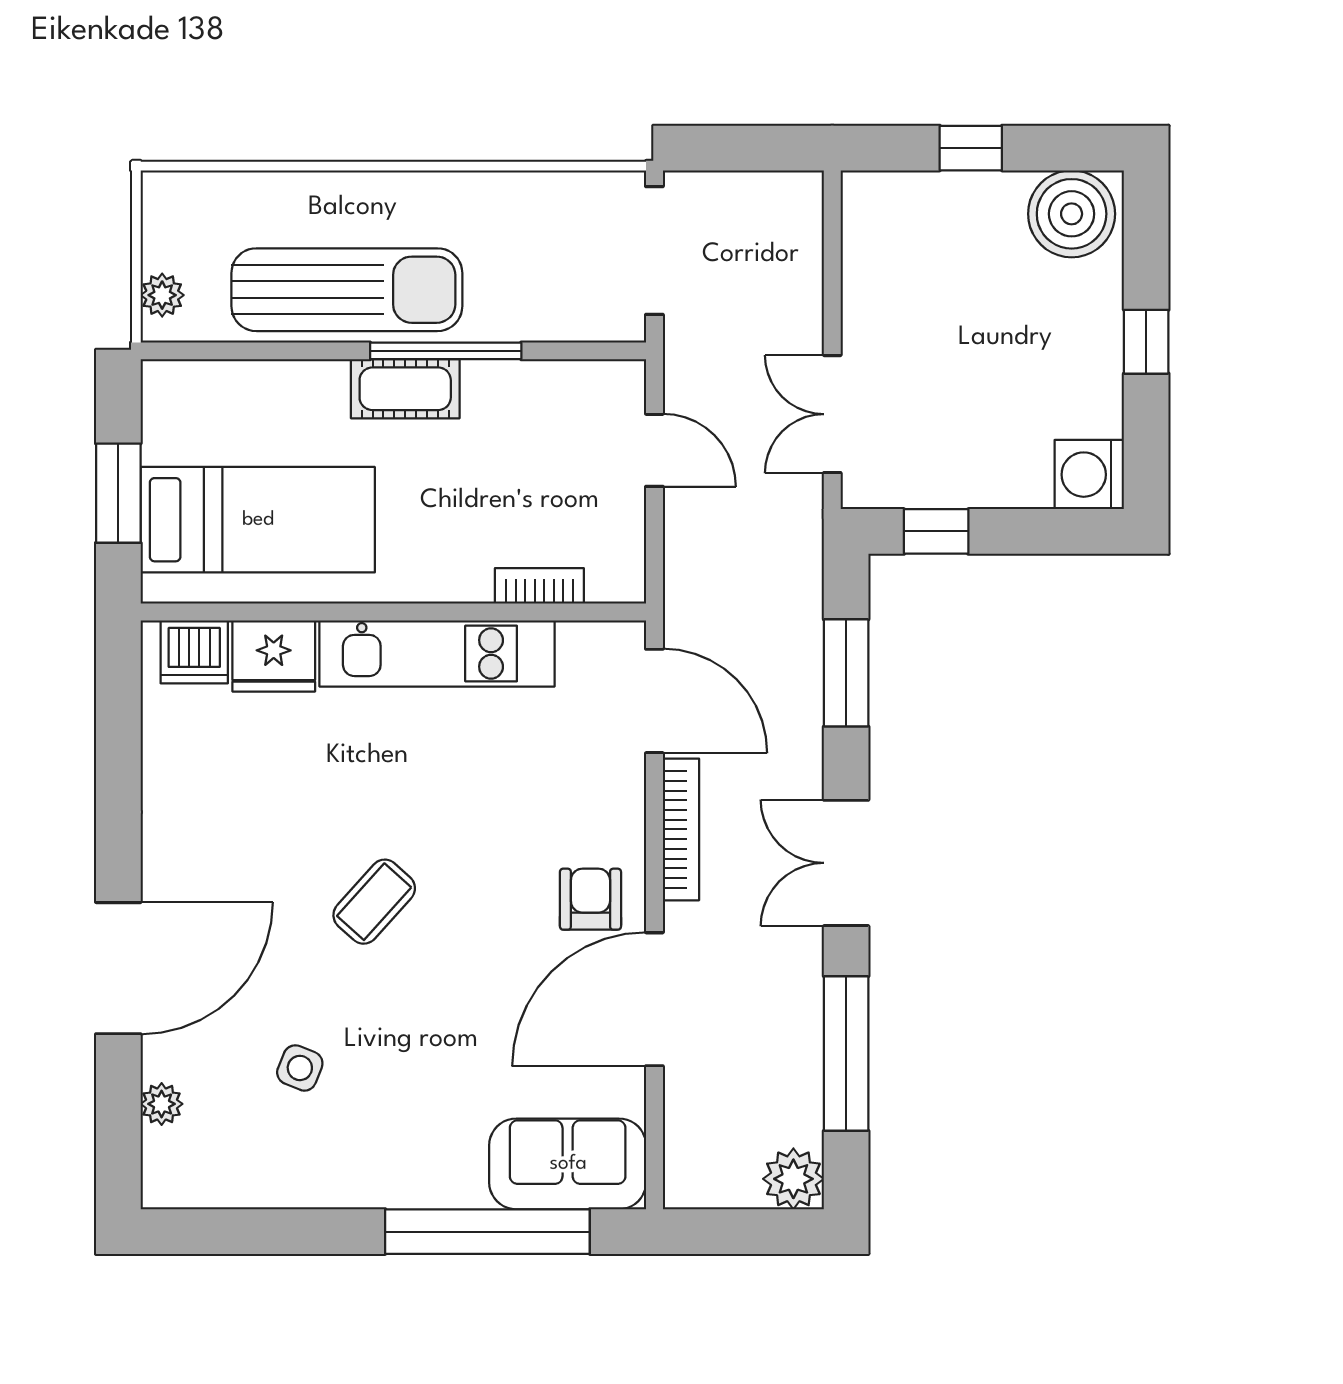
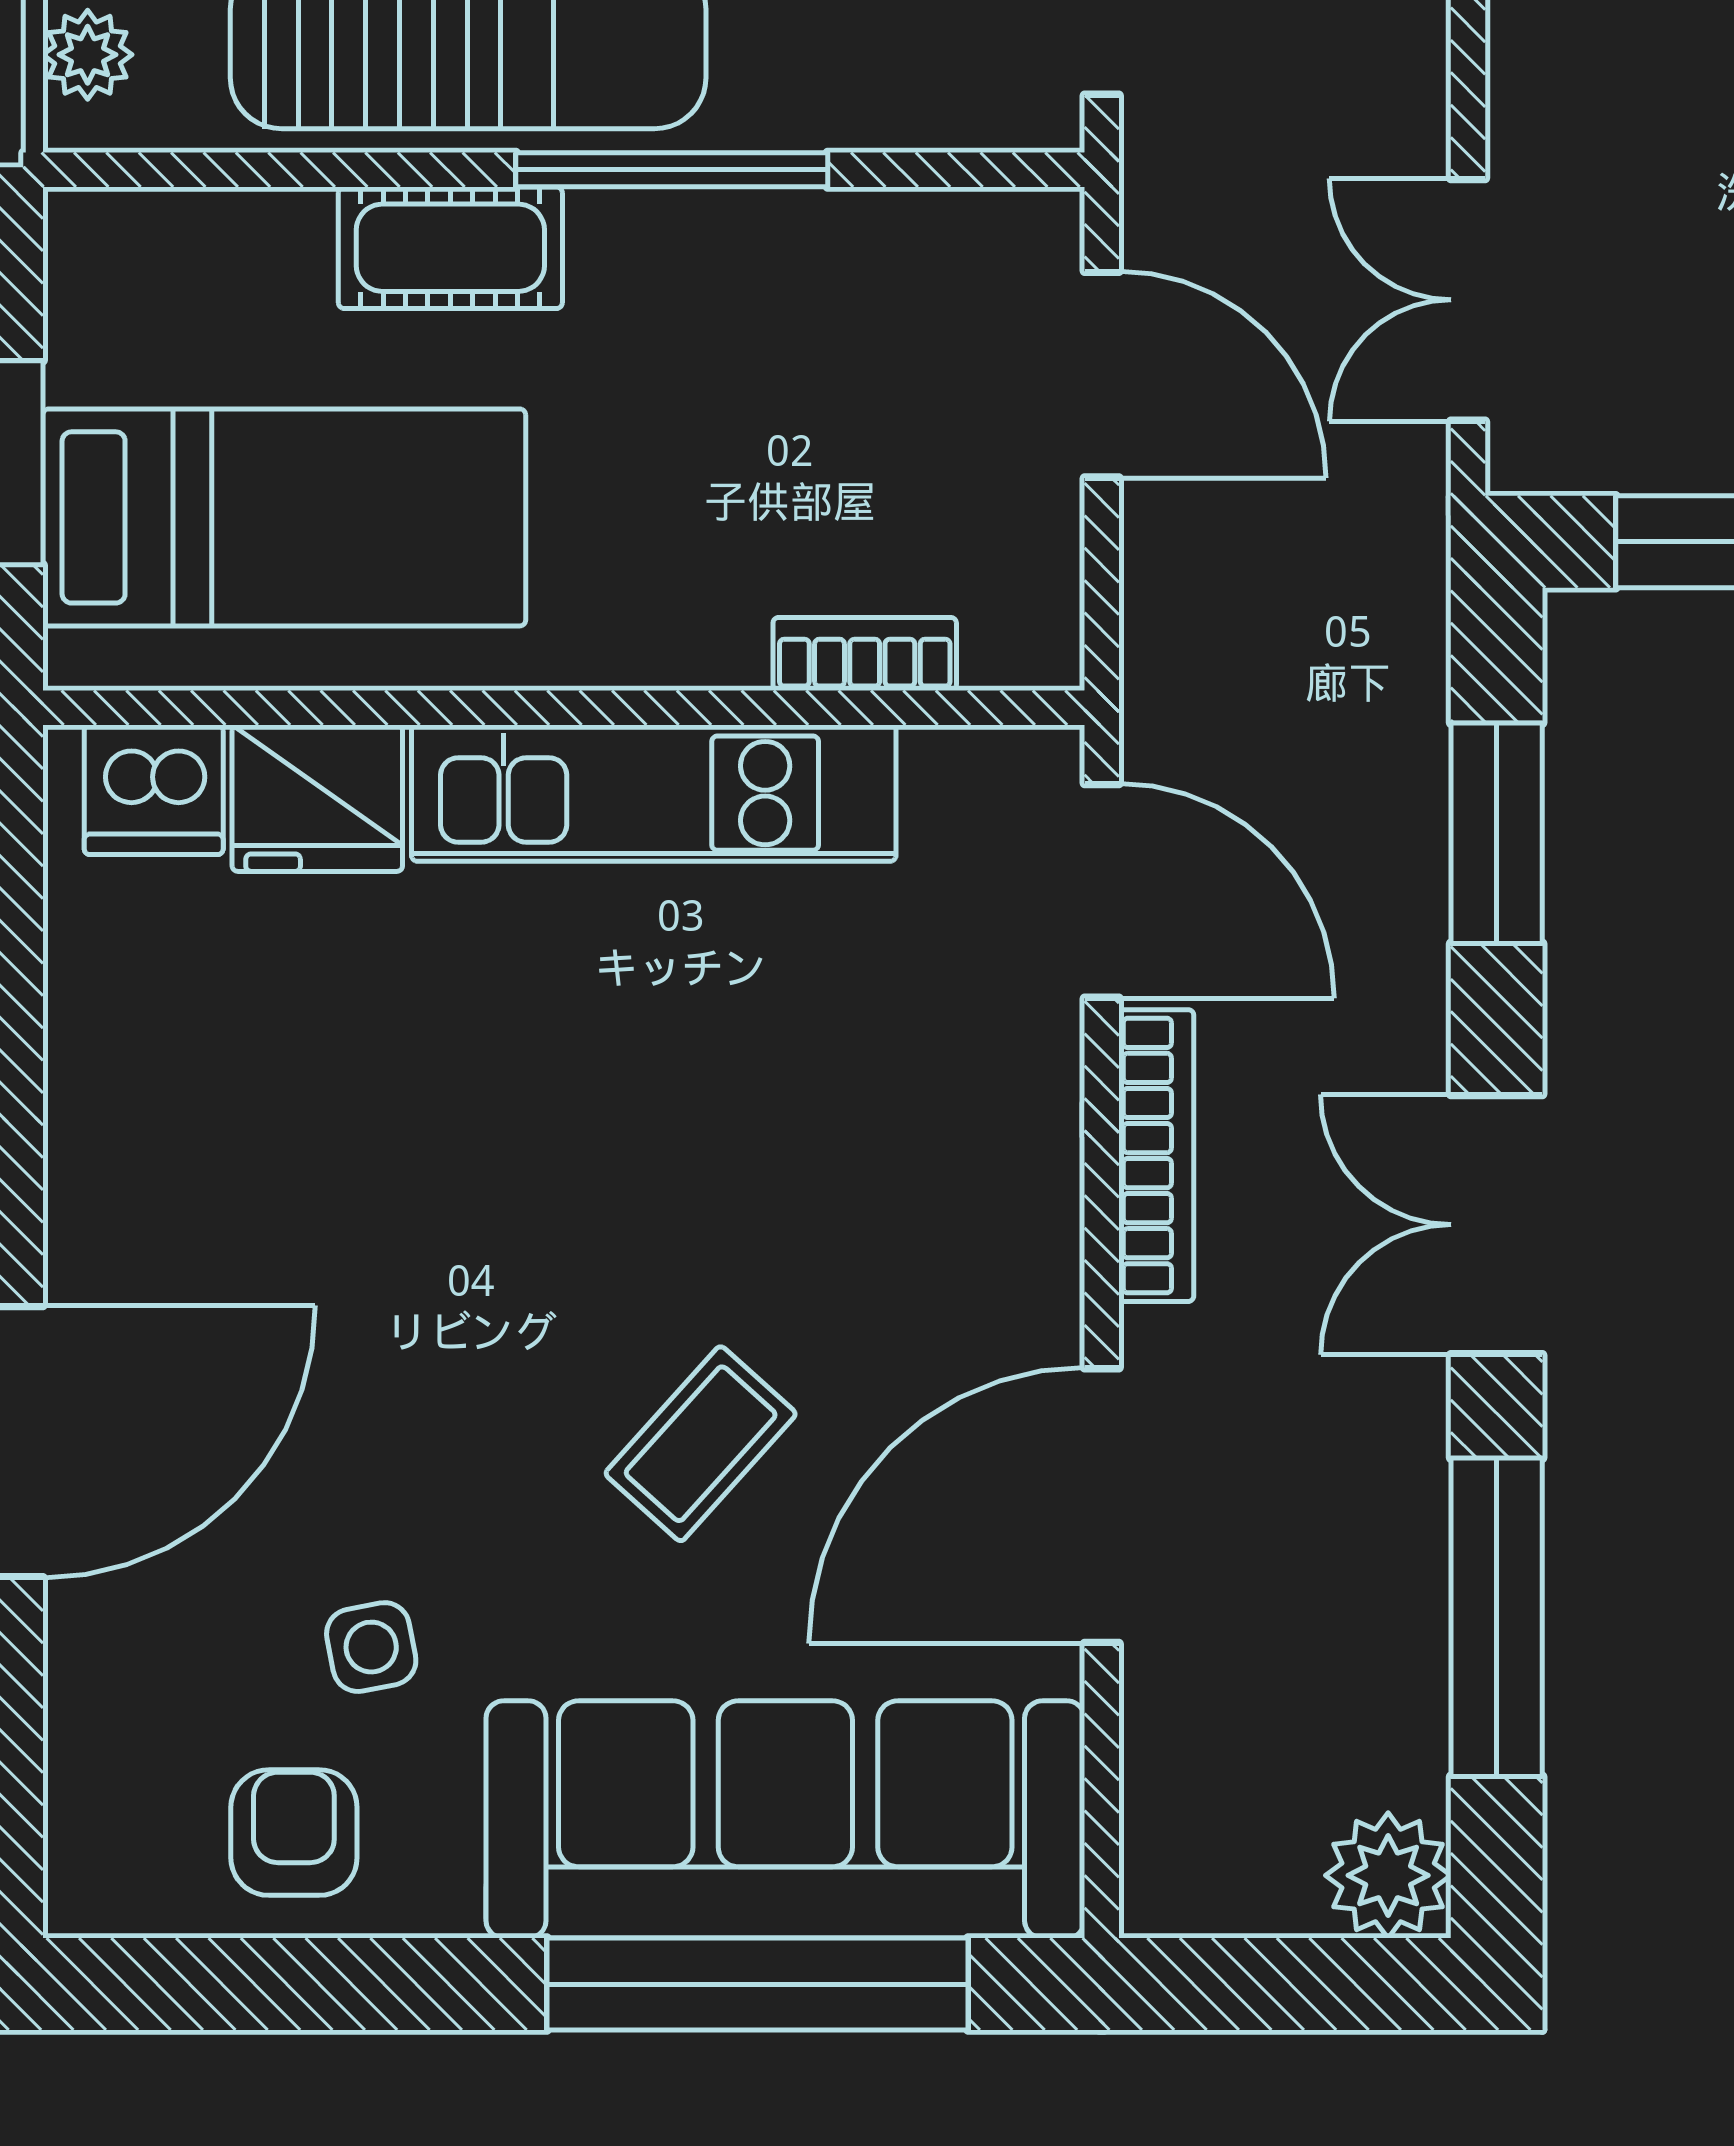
cot: (405, 389) -> (450, 248), moved
door: (654, 450) -> (1102, 375), width x1.38
armchair: (590, 899) -> (294, 1833), moved
coffee table: (374, 902) -> (701, 1444), moved
side table: (300, 1068) -> (371, 1647), turned -33
plant: (162, 1104) -> (86, 1721), removed
sofa: (568, 1164) -> (785, 1819), width x1.85, depth x1.27

